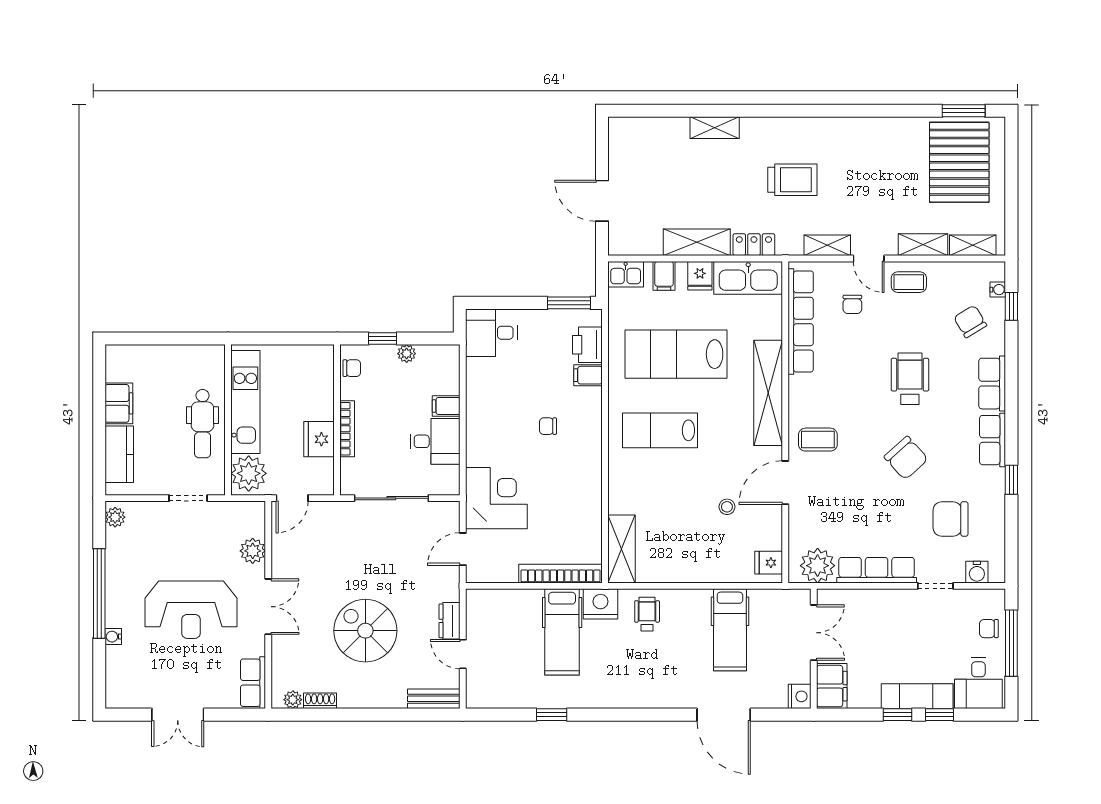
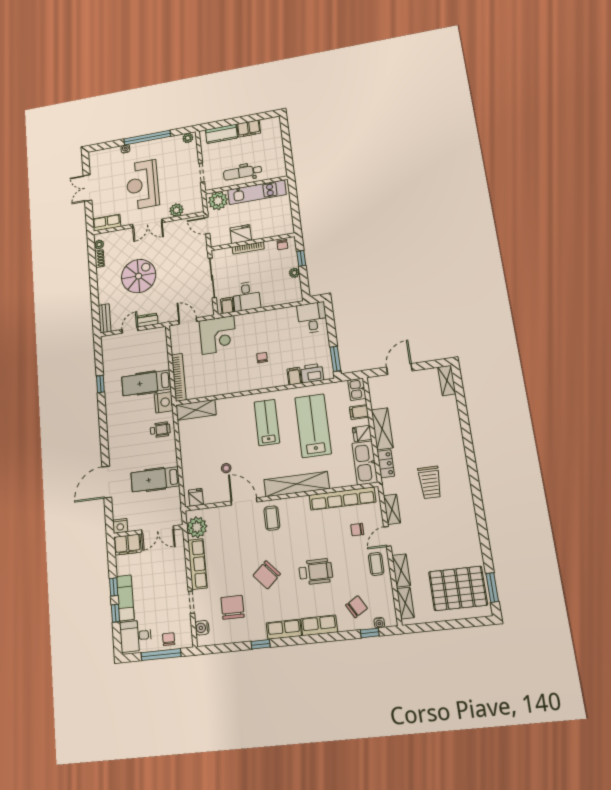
shelving: (715, 128) -> (447, 380), moved
filing cabinet: (446, 406) -> (227, 305), moved

